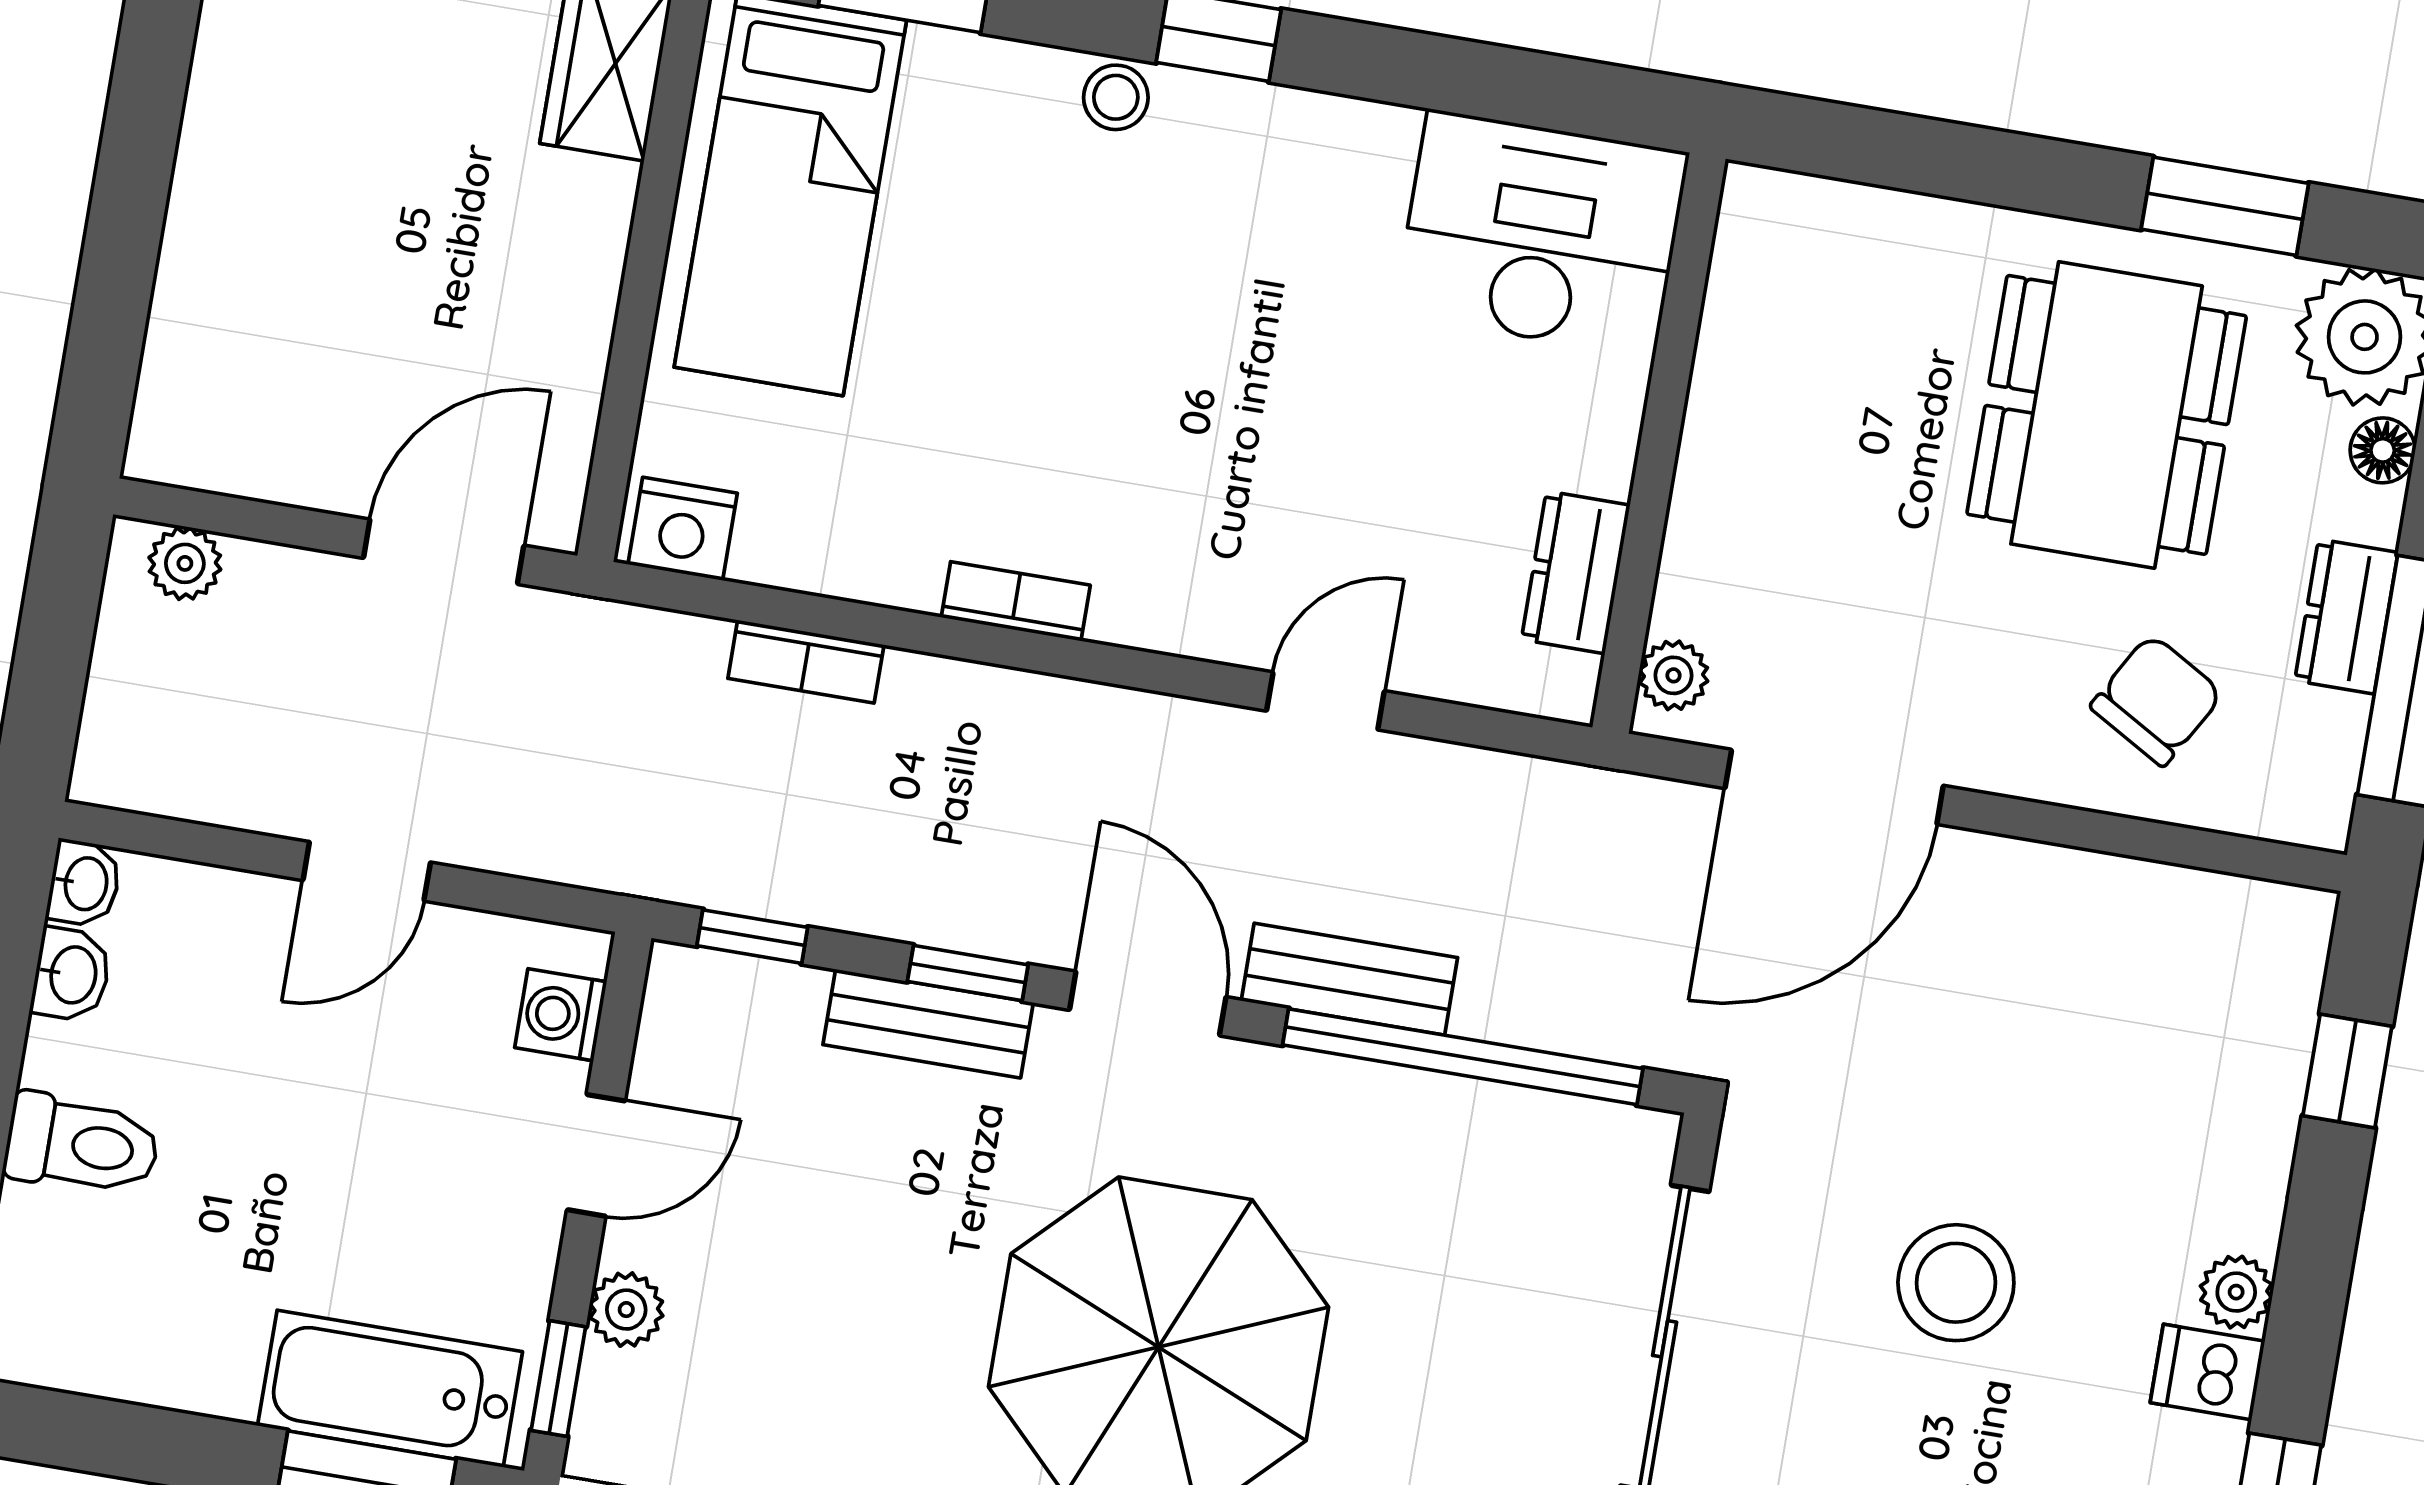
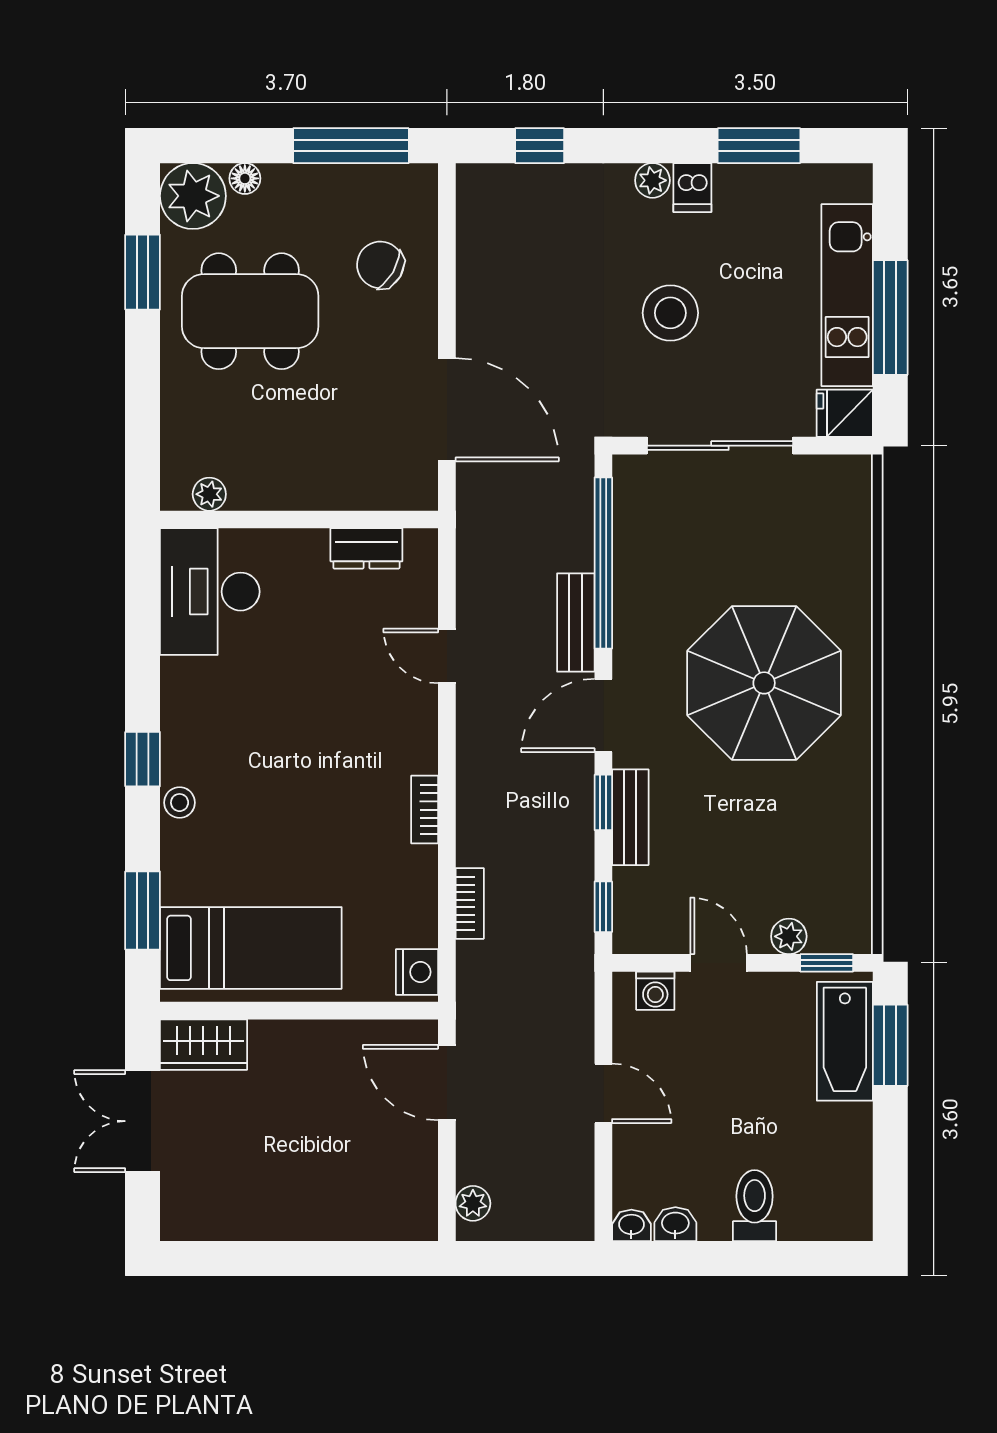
dresser: (2346, 616) -> (326, 182), removed
plant: (1674, 675) -> (209, 494), moved

